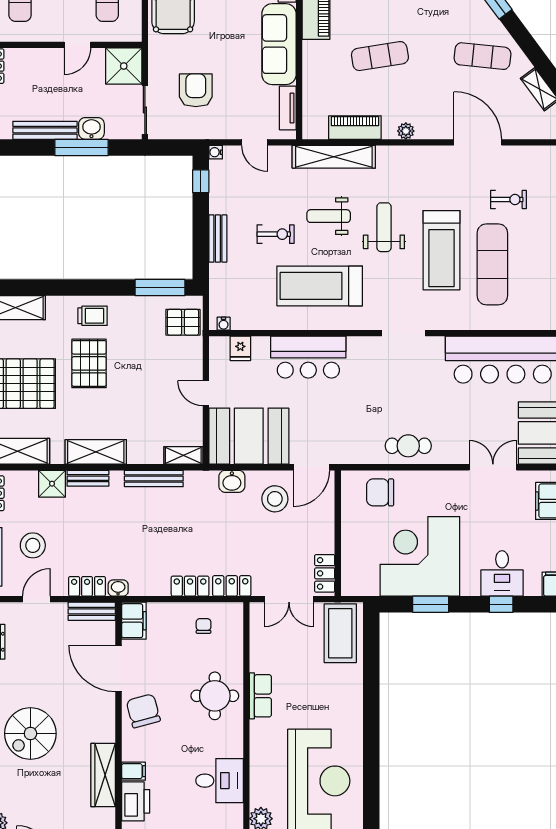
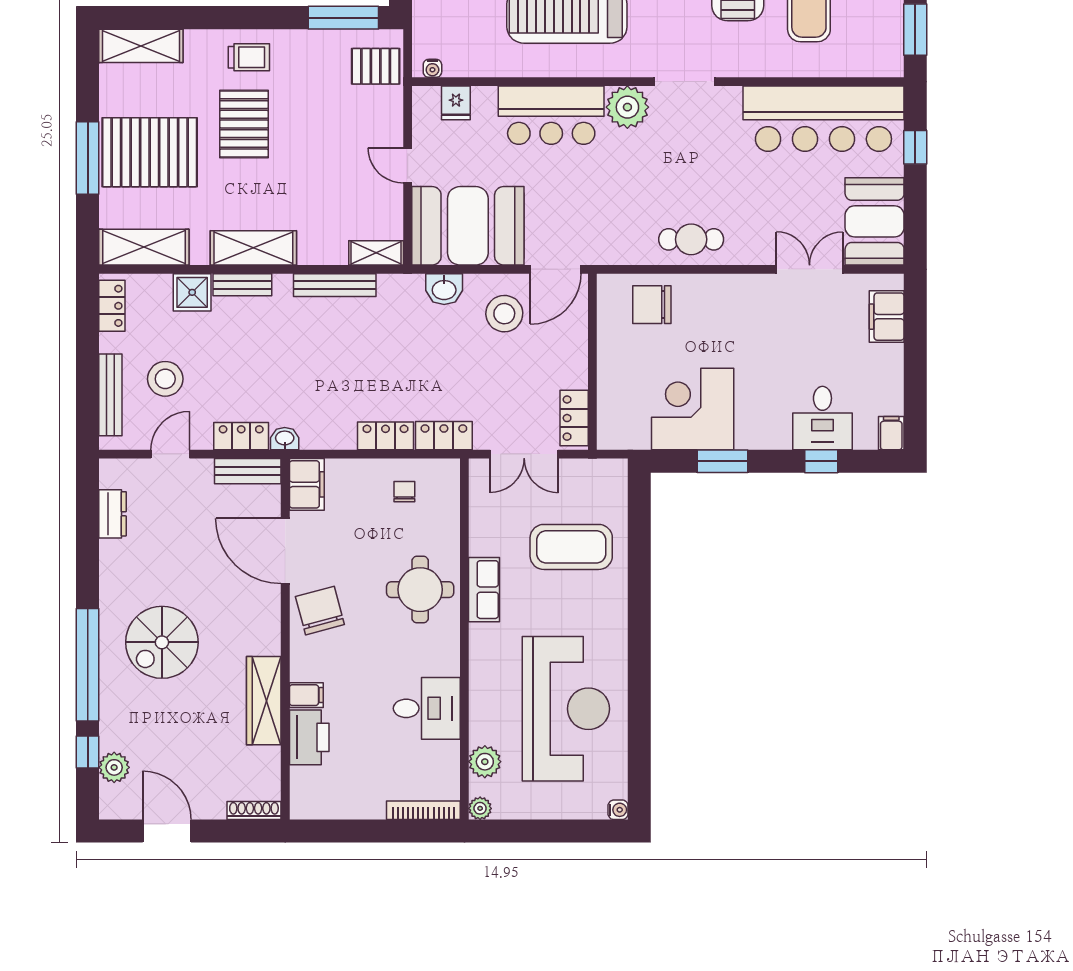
plant: (363, 351) -> (627, 107), added
corner desk: (420, 556) -> (693, 409), width x0.74, depth x0.74
coffee table: (340, 633) -> (571, 547), moved, turned 90

